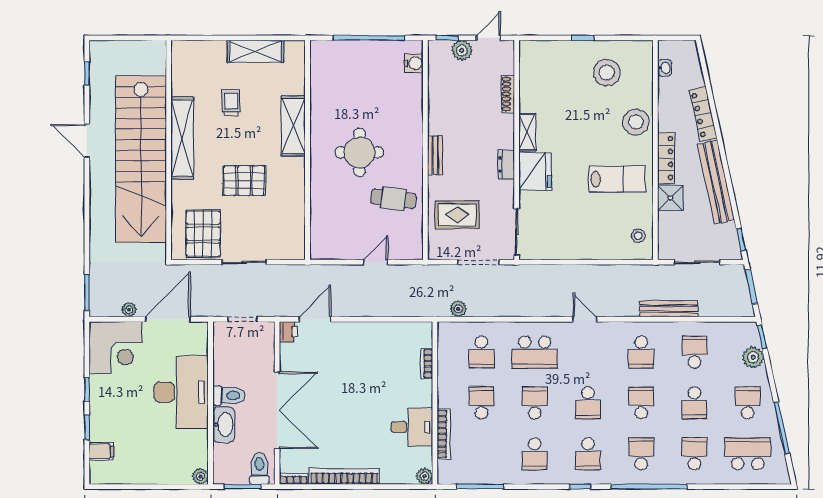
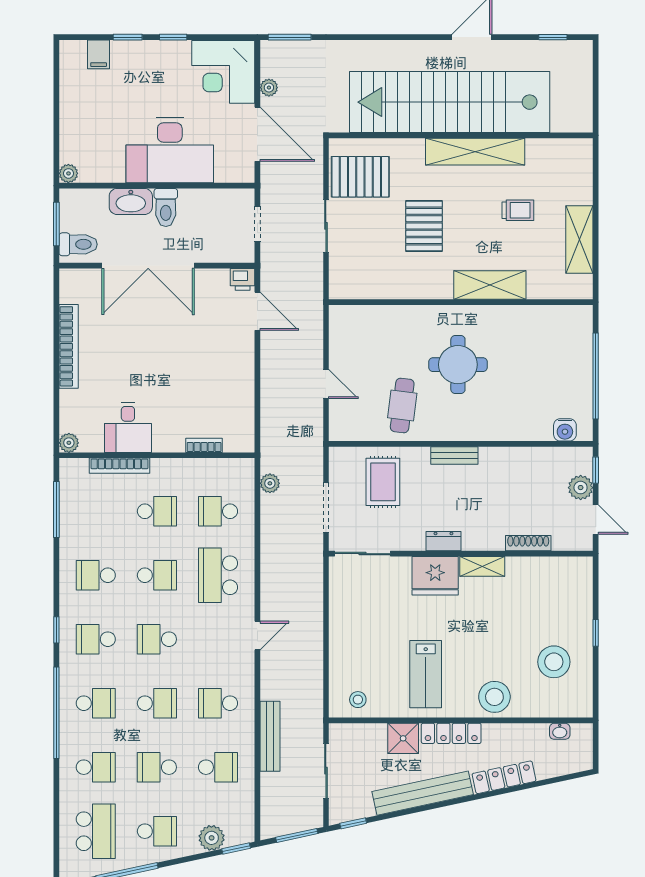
bookcase: (294, 479) -> (66, 285), removed

